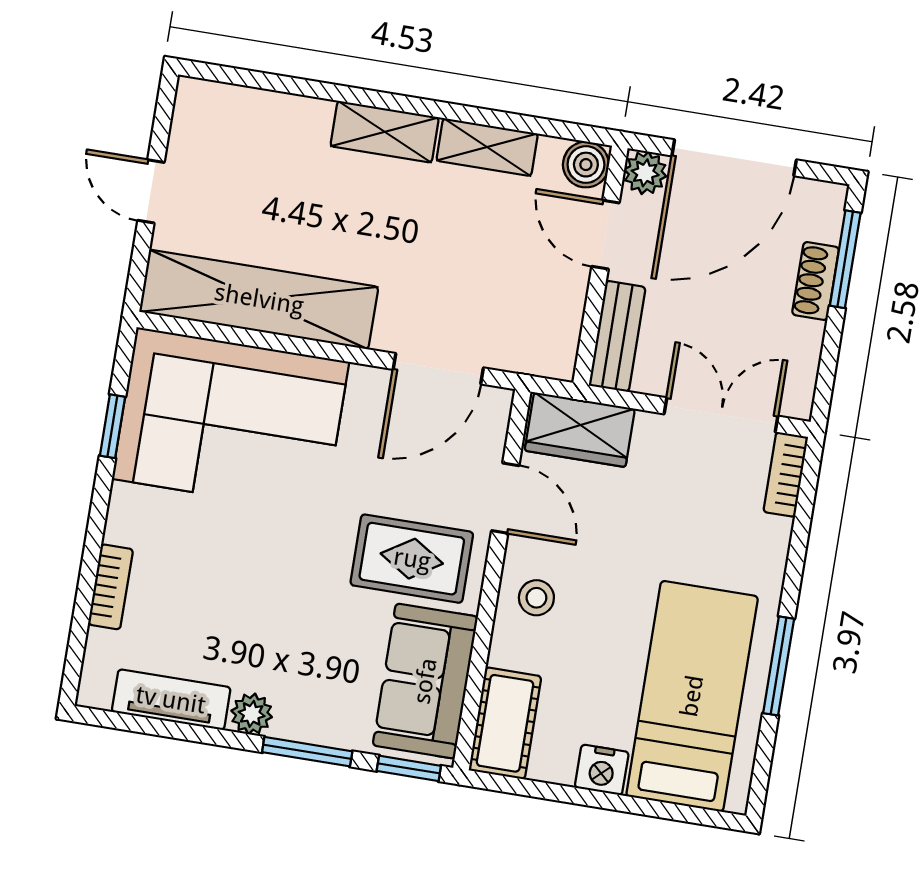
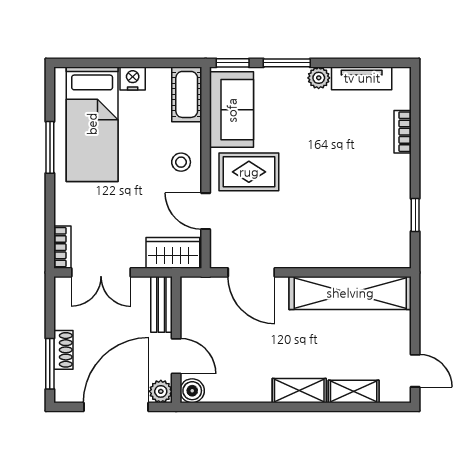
shelving: (487, 147) -> (354, 391), moved
door: (151, 191) -> (415, 371), moved
door: (438, 369) -> (251, 272), swing flipped
corner sofa: (231, 420) -> (355, 228), removed

